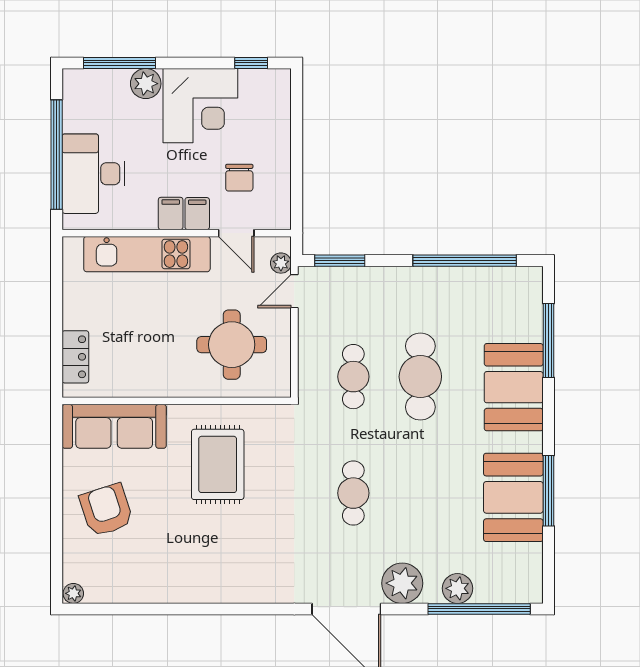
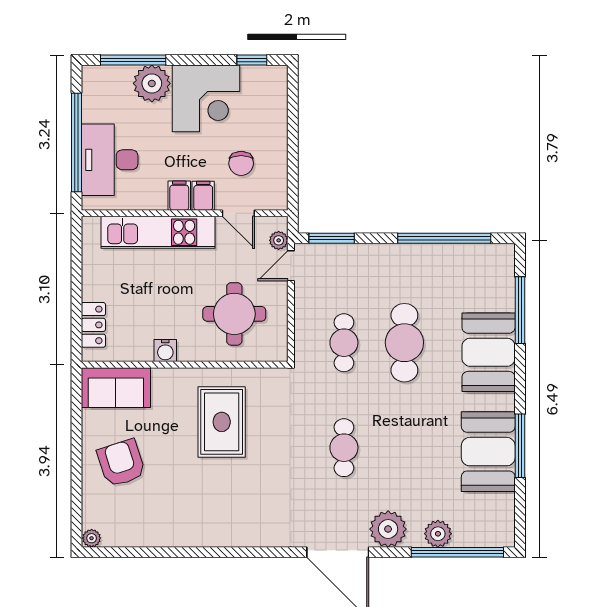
plant: (146, 84) -> (152, 83), width x1.36, depth x1.36
water cooler: (155, 385) -> (165, 351), added
sofa: (114, 426) -> (116, 388), width x0.73

